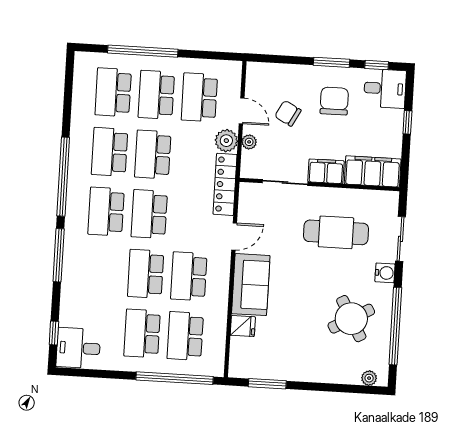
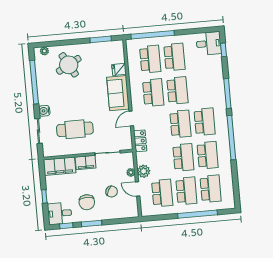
locker: (225, 184) -> (140, 141), width x0.66
round table: (351, 319) -> (69, 65), moved

